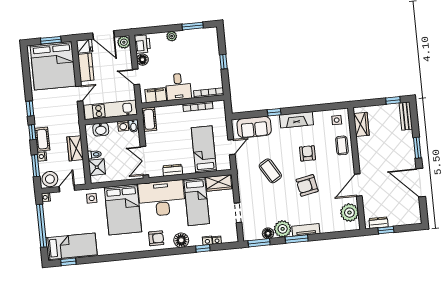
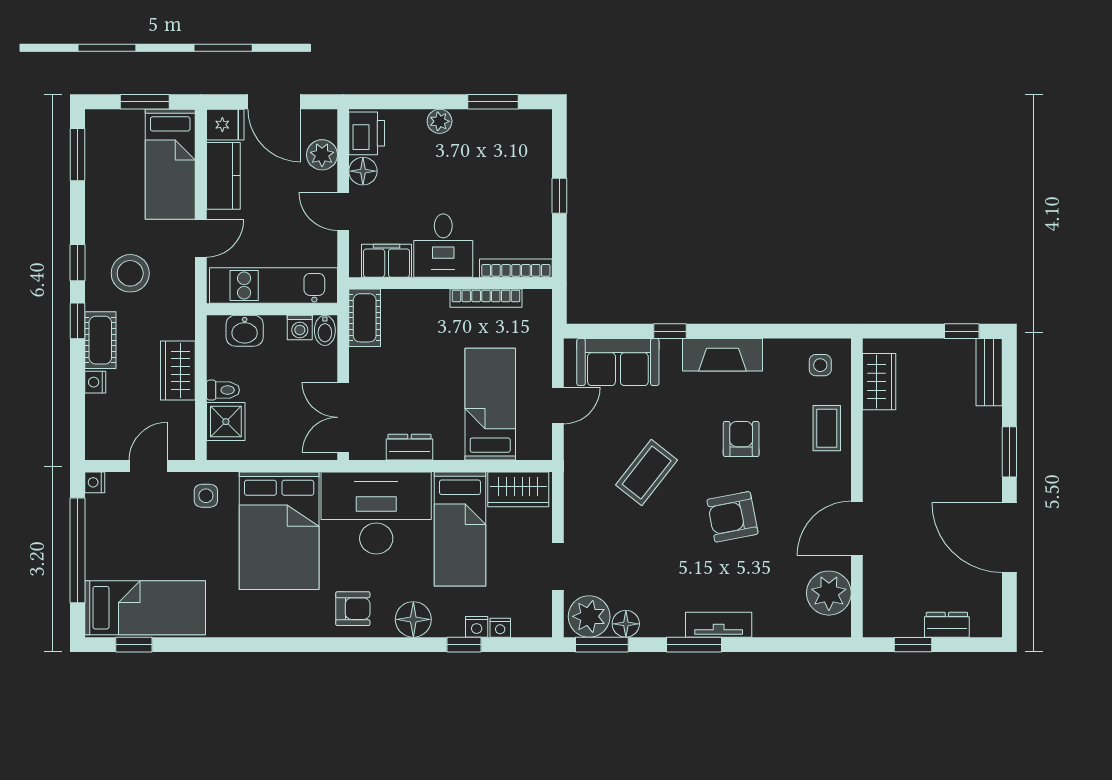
plant: (124, 42) -> (322, 155), moved
bed: (53, 66) -> (170, 164), width x0.49
window: (36, 166) -> (77, 155), moved
coffee table: (270, 171) -> (647, 473), turned 69
stool: (50, 179) -> (130, 273), moved
dresser: (379, 223) -> (947, 625), moved
plant: (283, 229) -> (589, 616), moved

